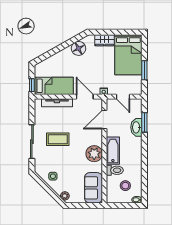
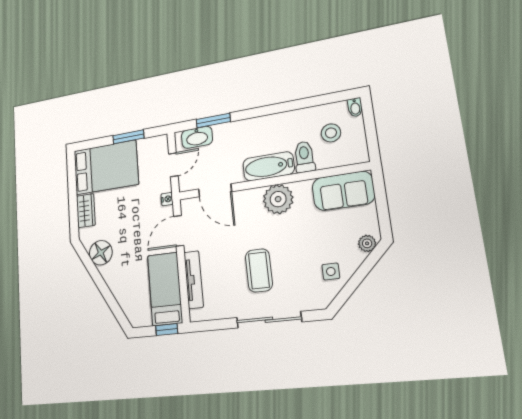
washbasin: (136, 127) -> (197, 137), moved

